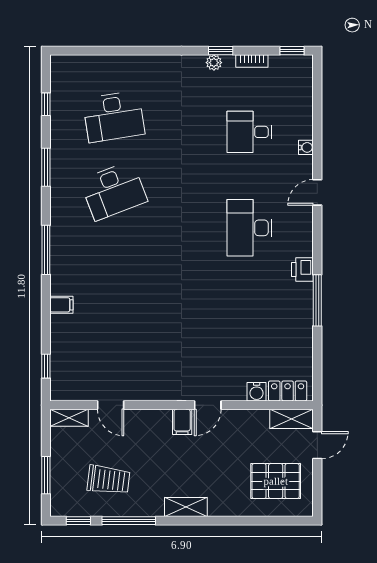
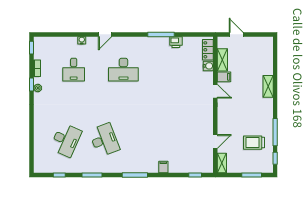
desk: (114, 117) -> (66, 140), turned 33
door: (317, 192) -> (105, 34), hinge flipped
printer: (302, 270) -> (176, 42), moved
shelving: (292, 419) -> (222, 60), moved
filing cabinet: (182, 422) -> (224, 77), moved
trolley: (109, 480) -> (254, 143), turned -97
pallet: (276, 481) -> (255, 56), removed
shelving: (186, 507) -> (268, 86), moved

